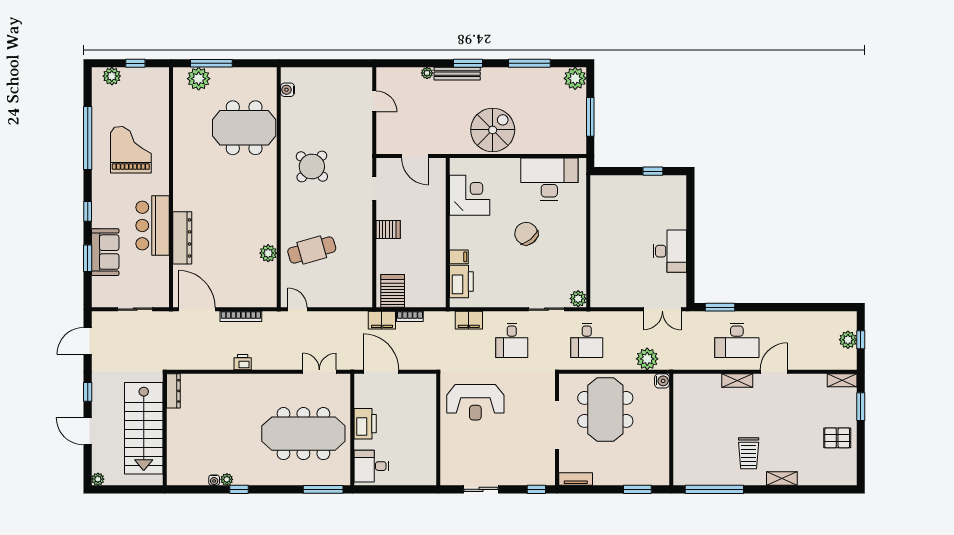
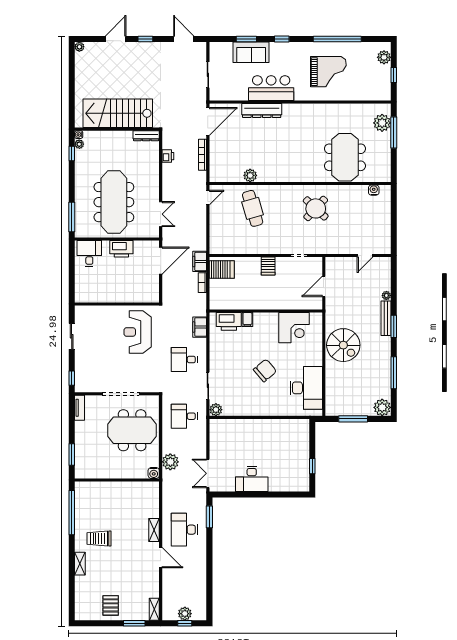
dresser: (173, 391) -> (146, 136), moved
stairs: (144, 428) -> (118, 113), moved
wall: (165, 429) -> (117, 129), moved

